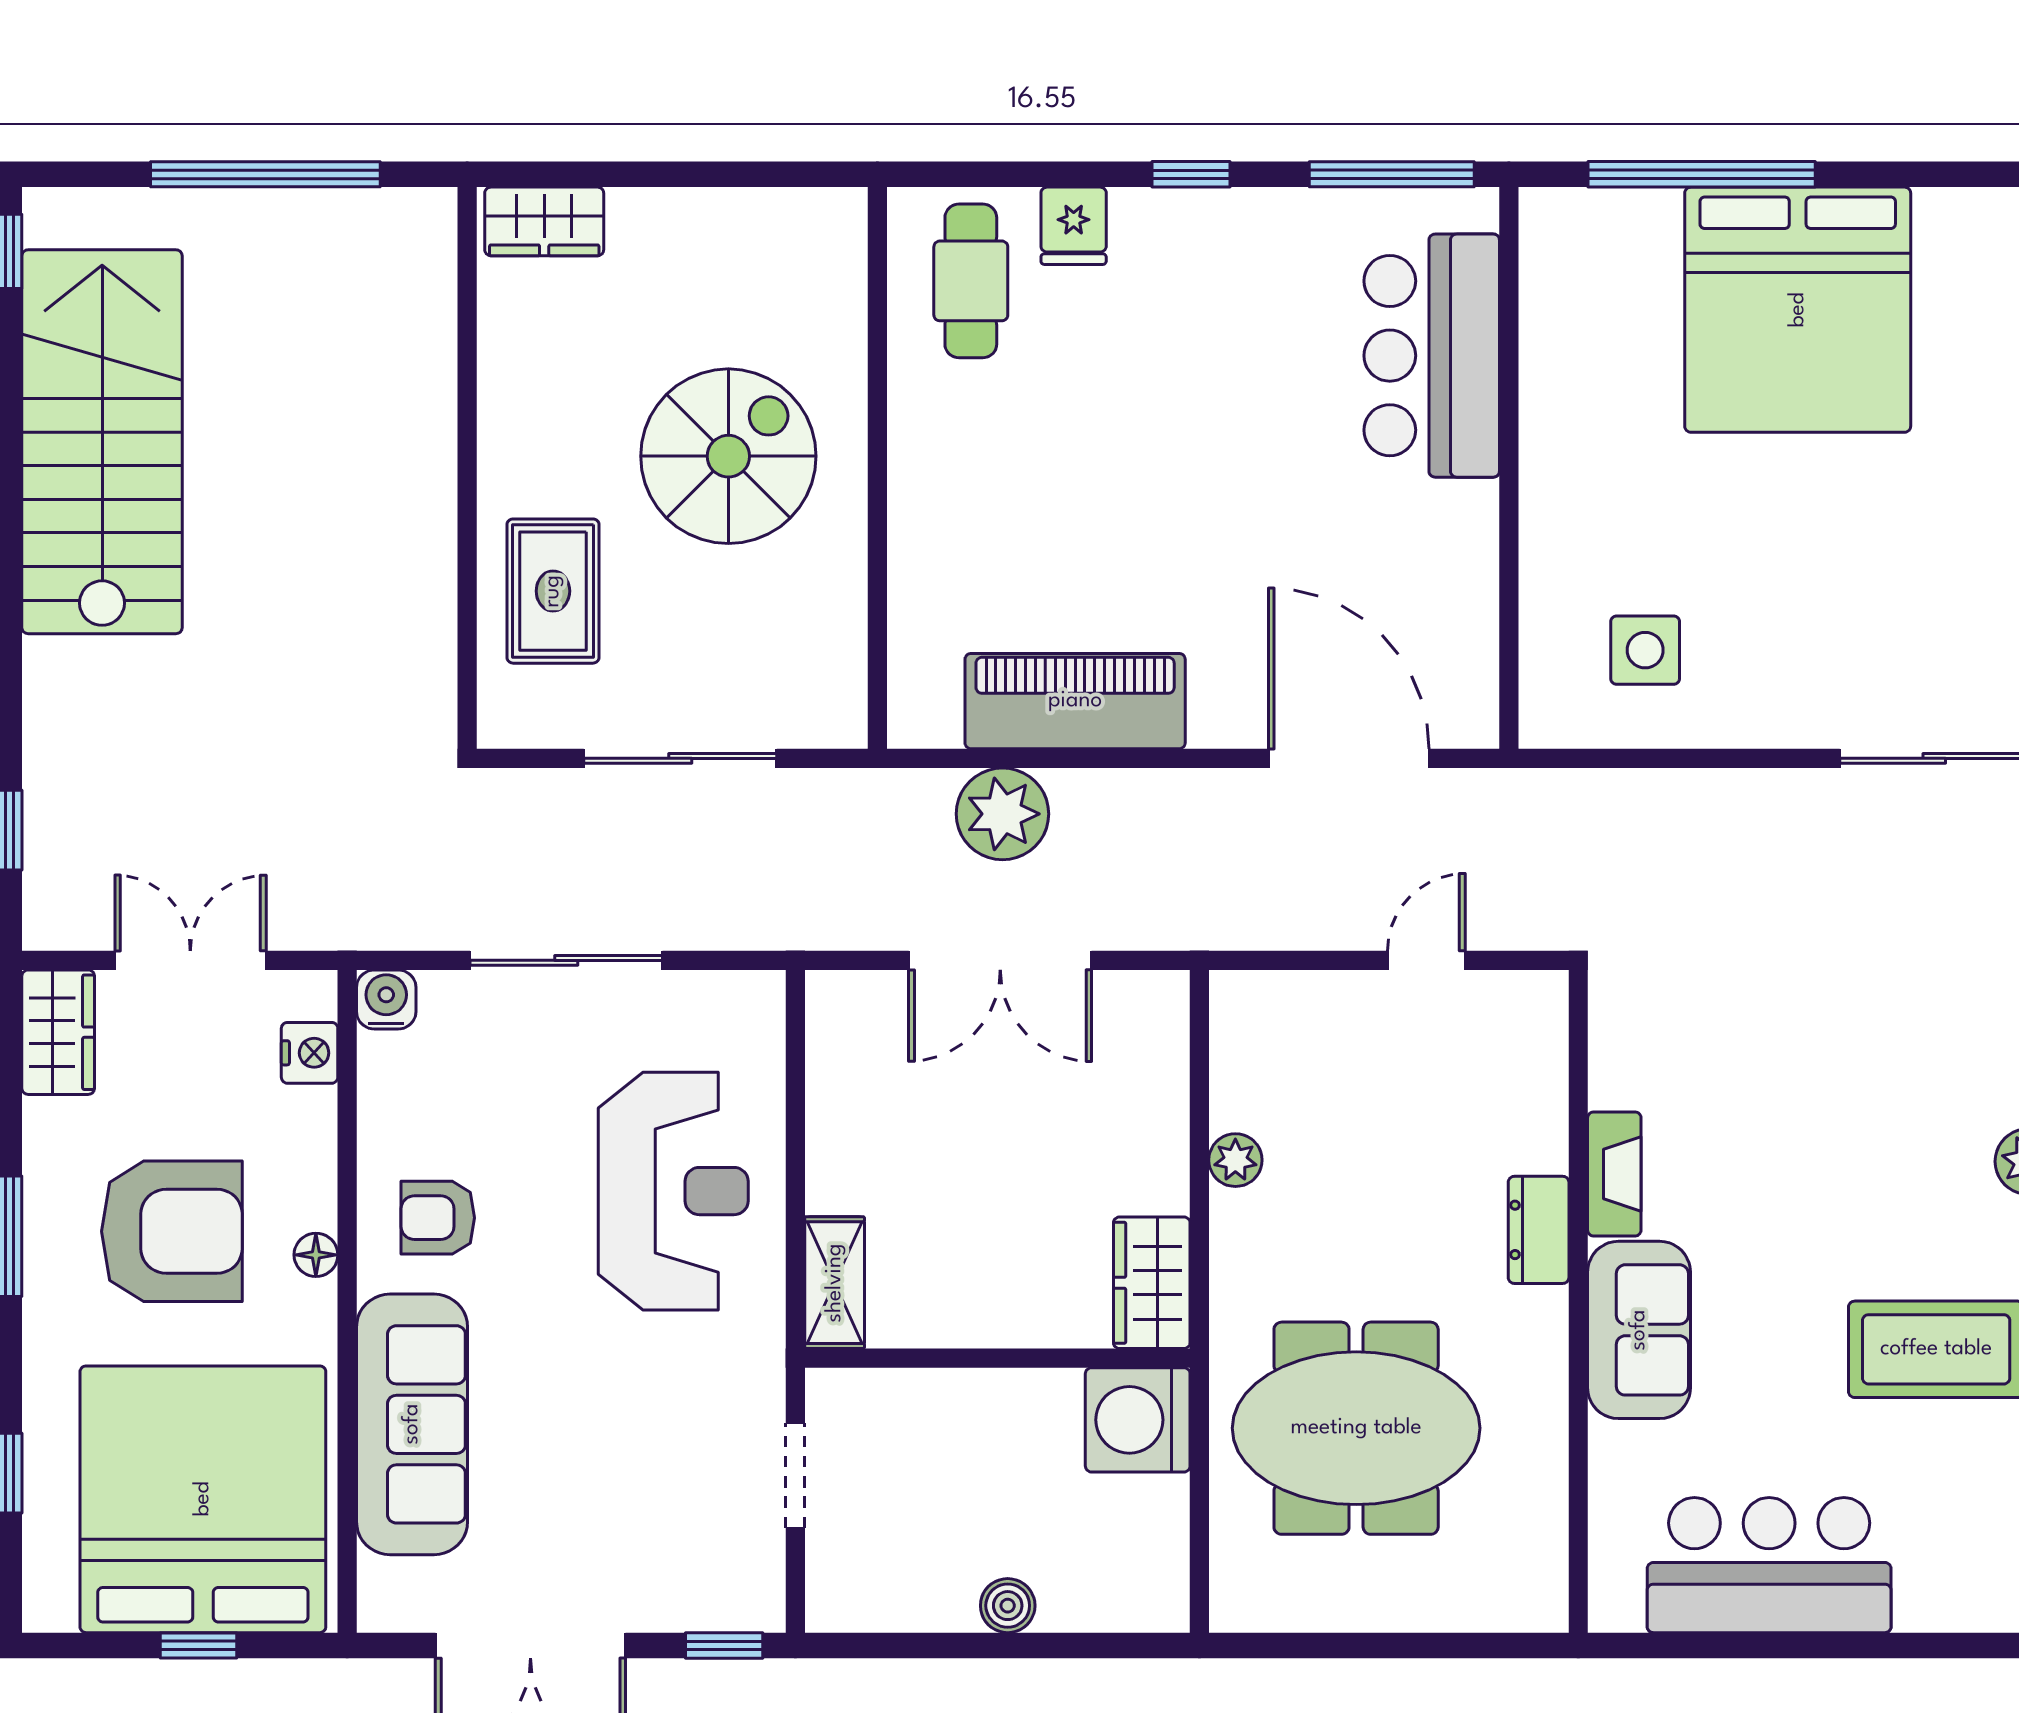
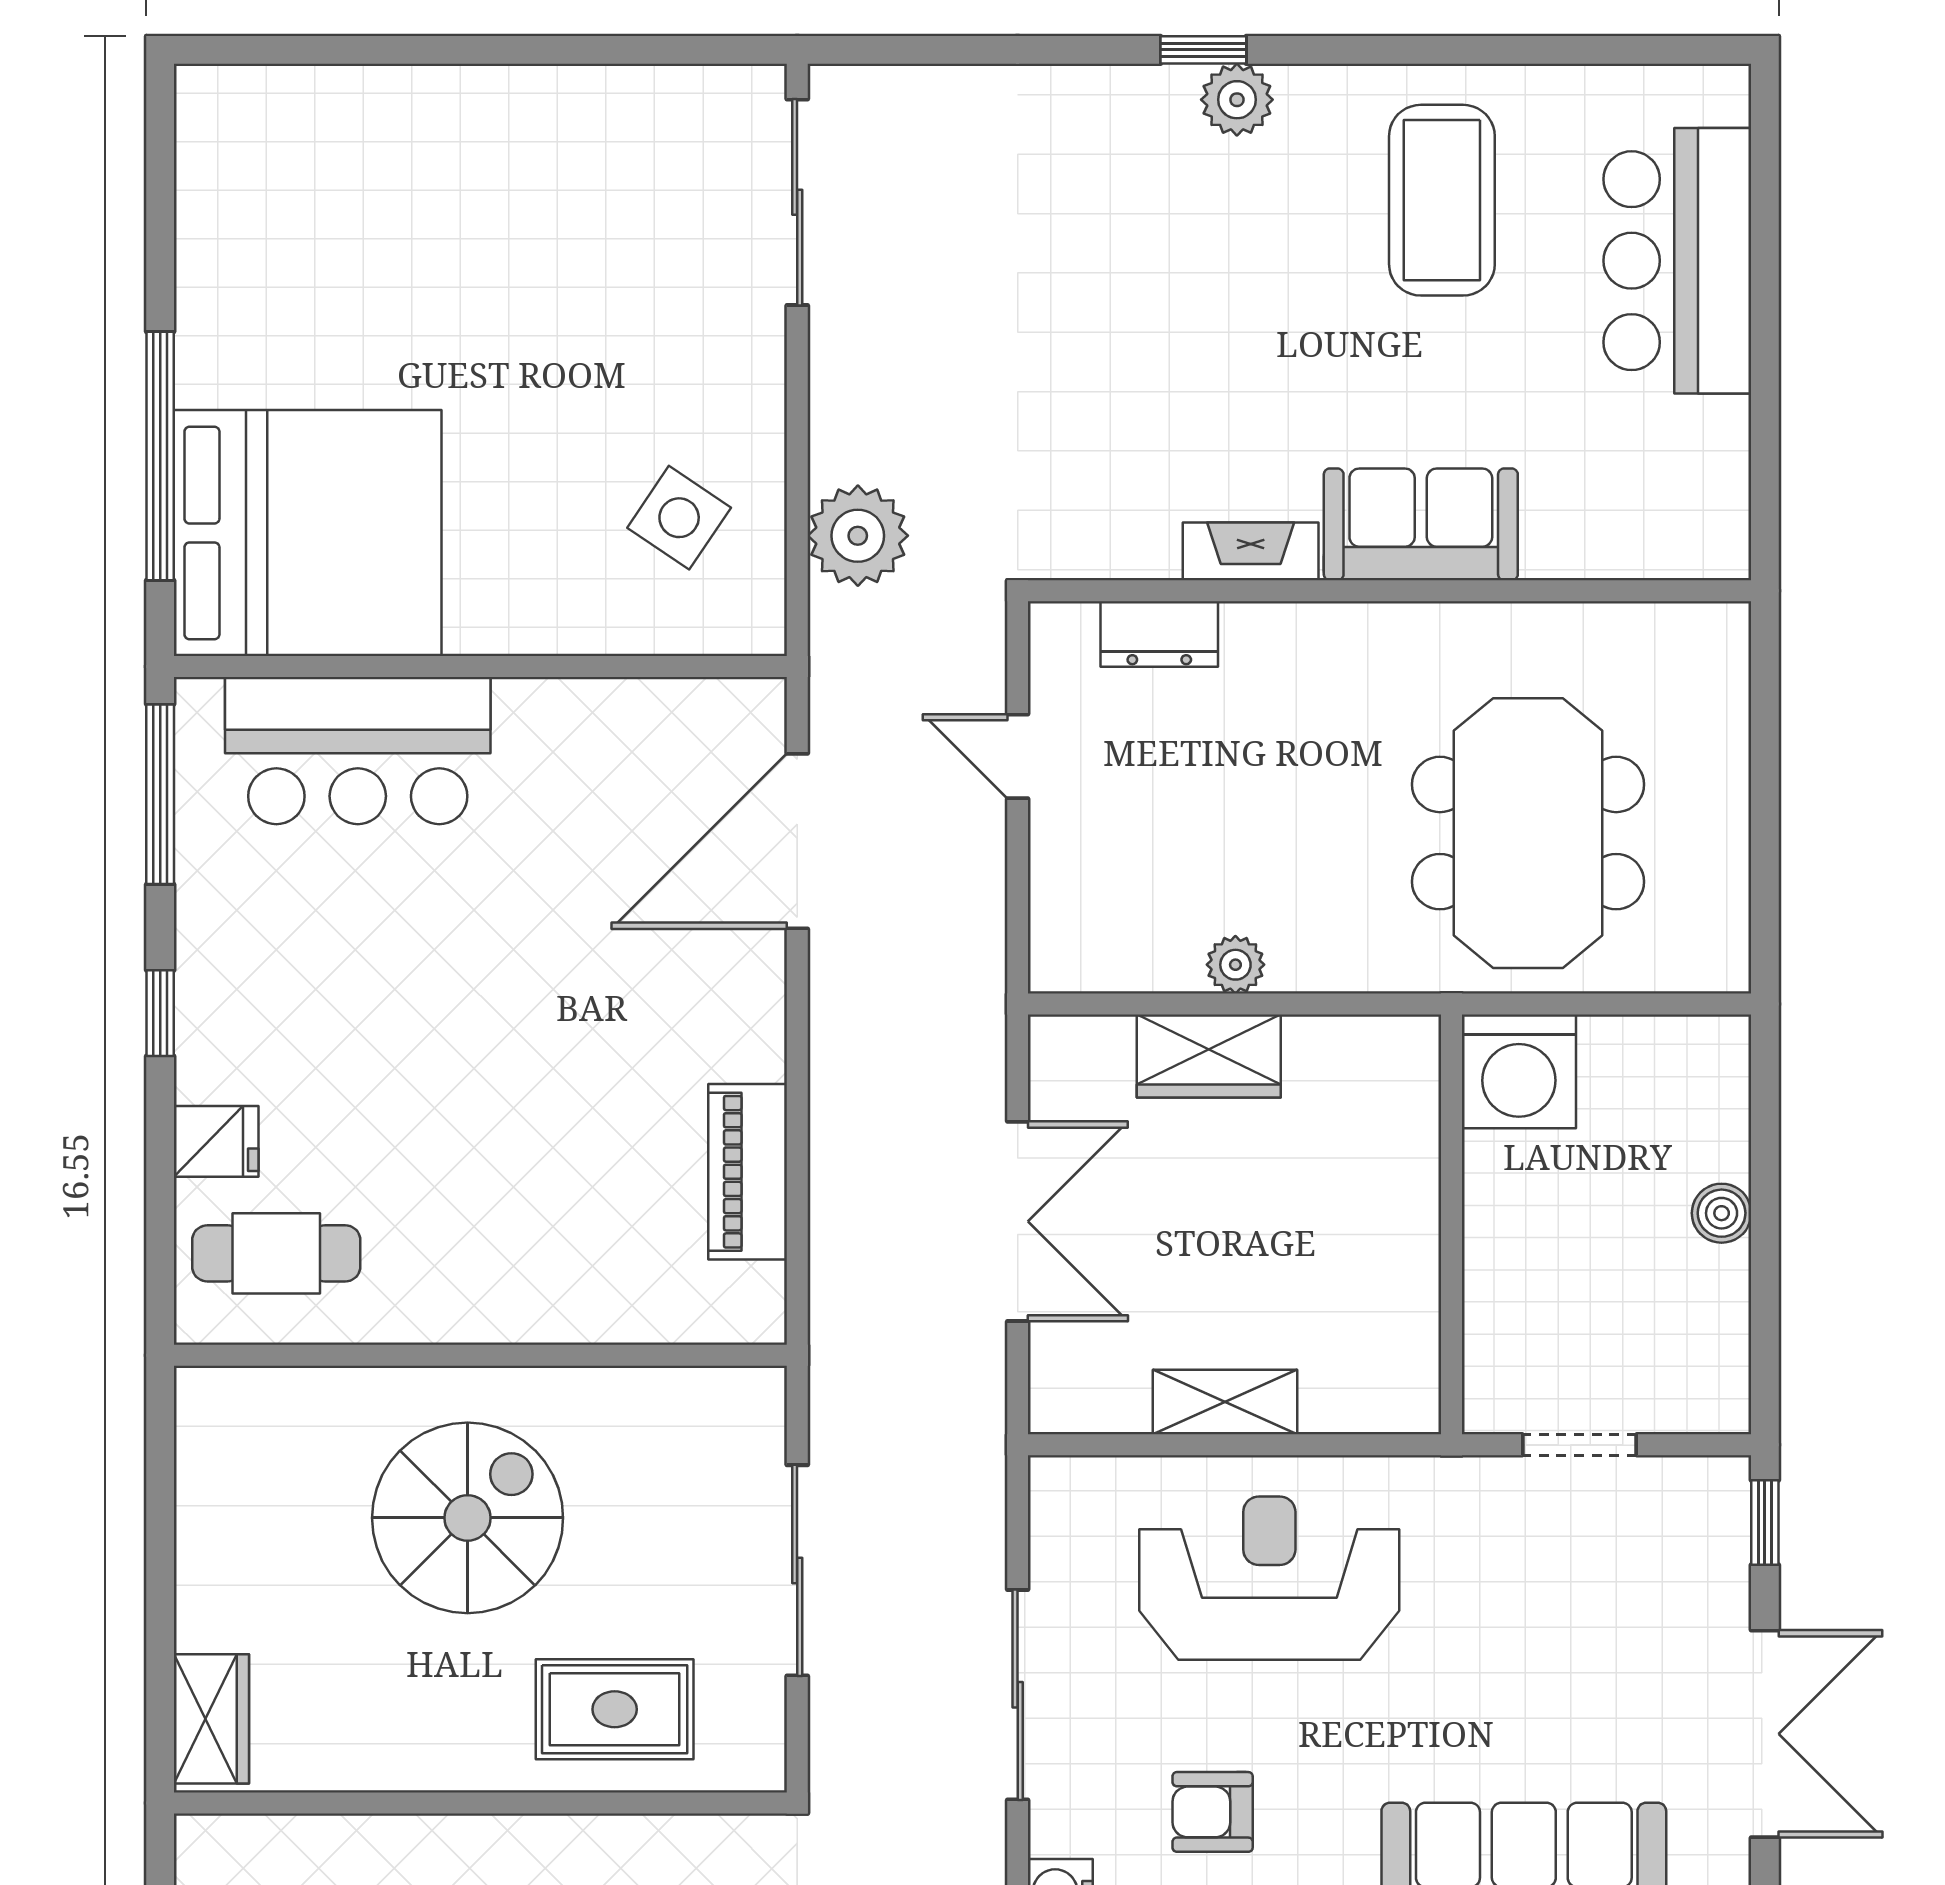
bed: (1798, 310) -> (308, 533), moved
spiral stairs: (728, 456) -> (468, 1518), turned 90
side table: (1645, 650) -> (679, 518), turned 34
piano: (1075, 701) -> (748, 1172), width x0.73, depth x0.75
plant: (1002, 814) -> (858, 536), moved
armchair: (438, 1218) -> (1213, 1812), moved, turned 90
dresser: (1539, 1230) -> (1159, 634), moved
shelving: (835, 1283) -> (1225, 1402), moved
wardrobe: (1152, 1283) -> (1209, 1056), moved
bar counter: (1769, 1565) -> (1677, 261), moved

